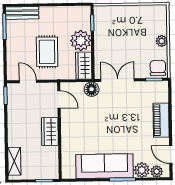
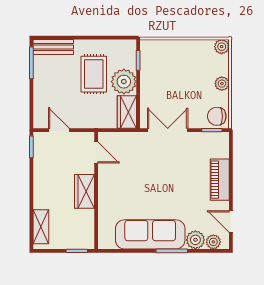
plant: (161, 11) -> (222, 47), added
rug: (47, 52) -> (94, 74), moved
chair: (158, 68) -> (217, 116), turned -90
floor lamp: (92, 89) -> (136, 141), removed

